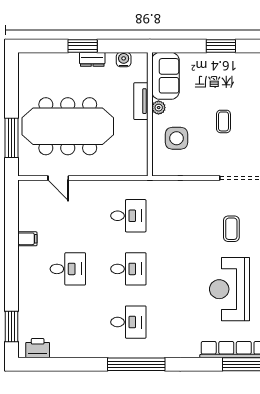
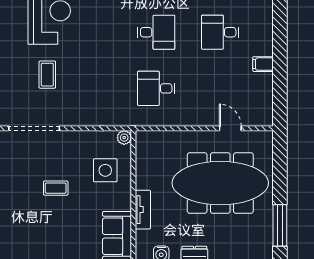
plant: (159, 108) -> (124, 138), moved
coffee table: (223, 121) -> (56, 188), turned 90
window: (11, 138) -> (280, 225), moved
desk: (128, 269) -> (156, 32), turned 180

